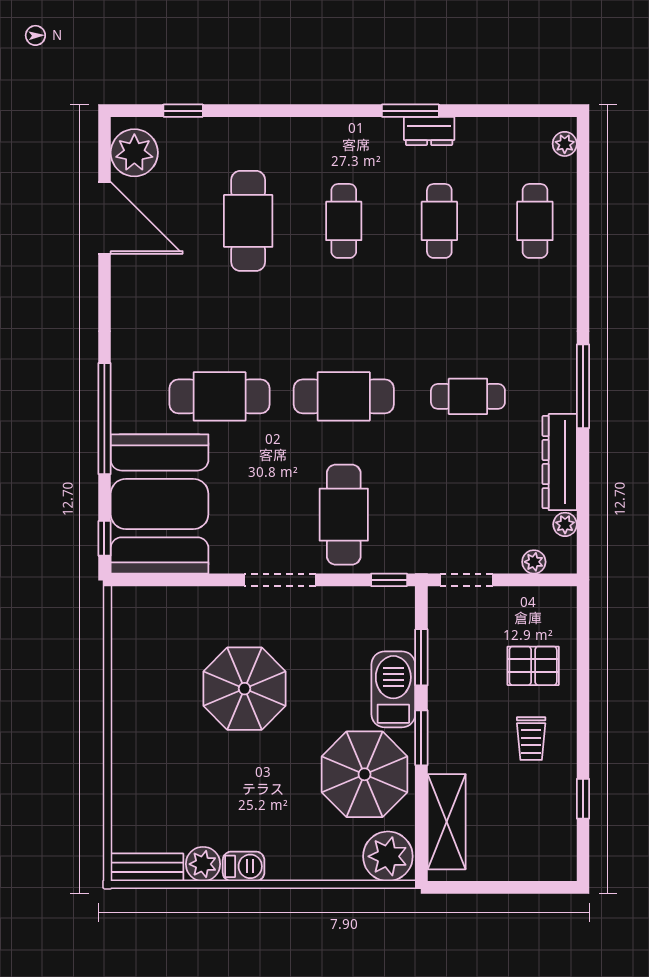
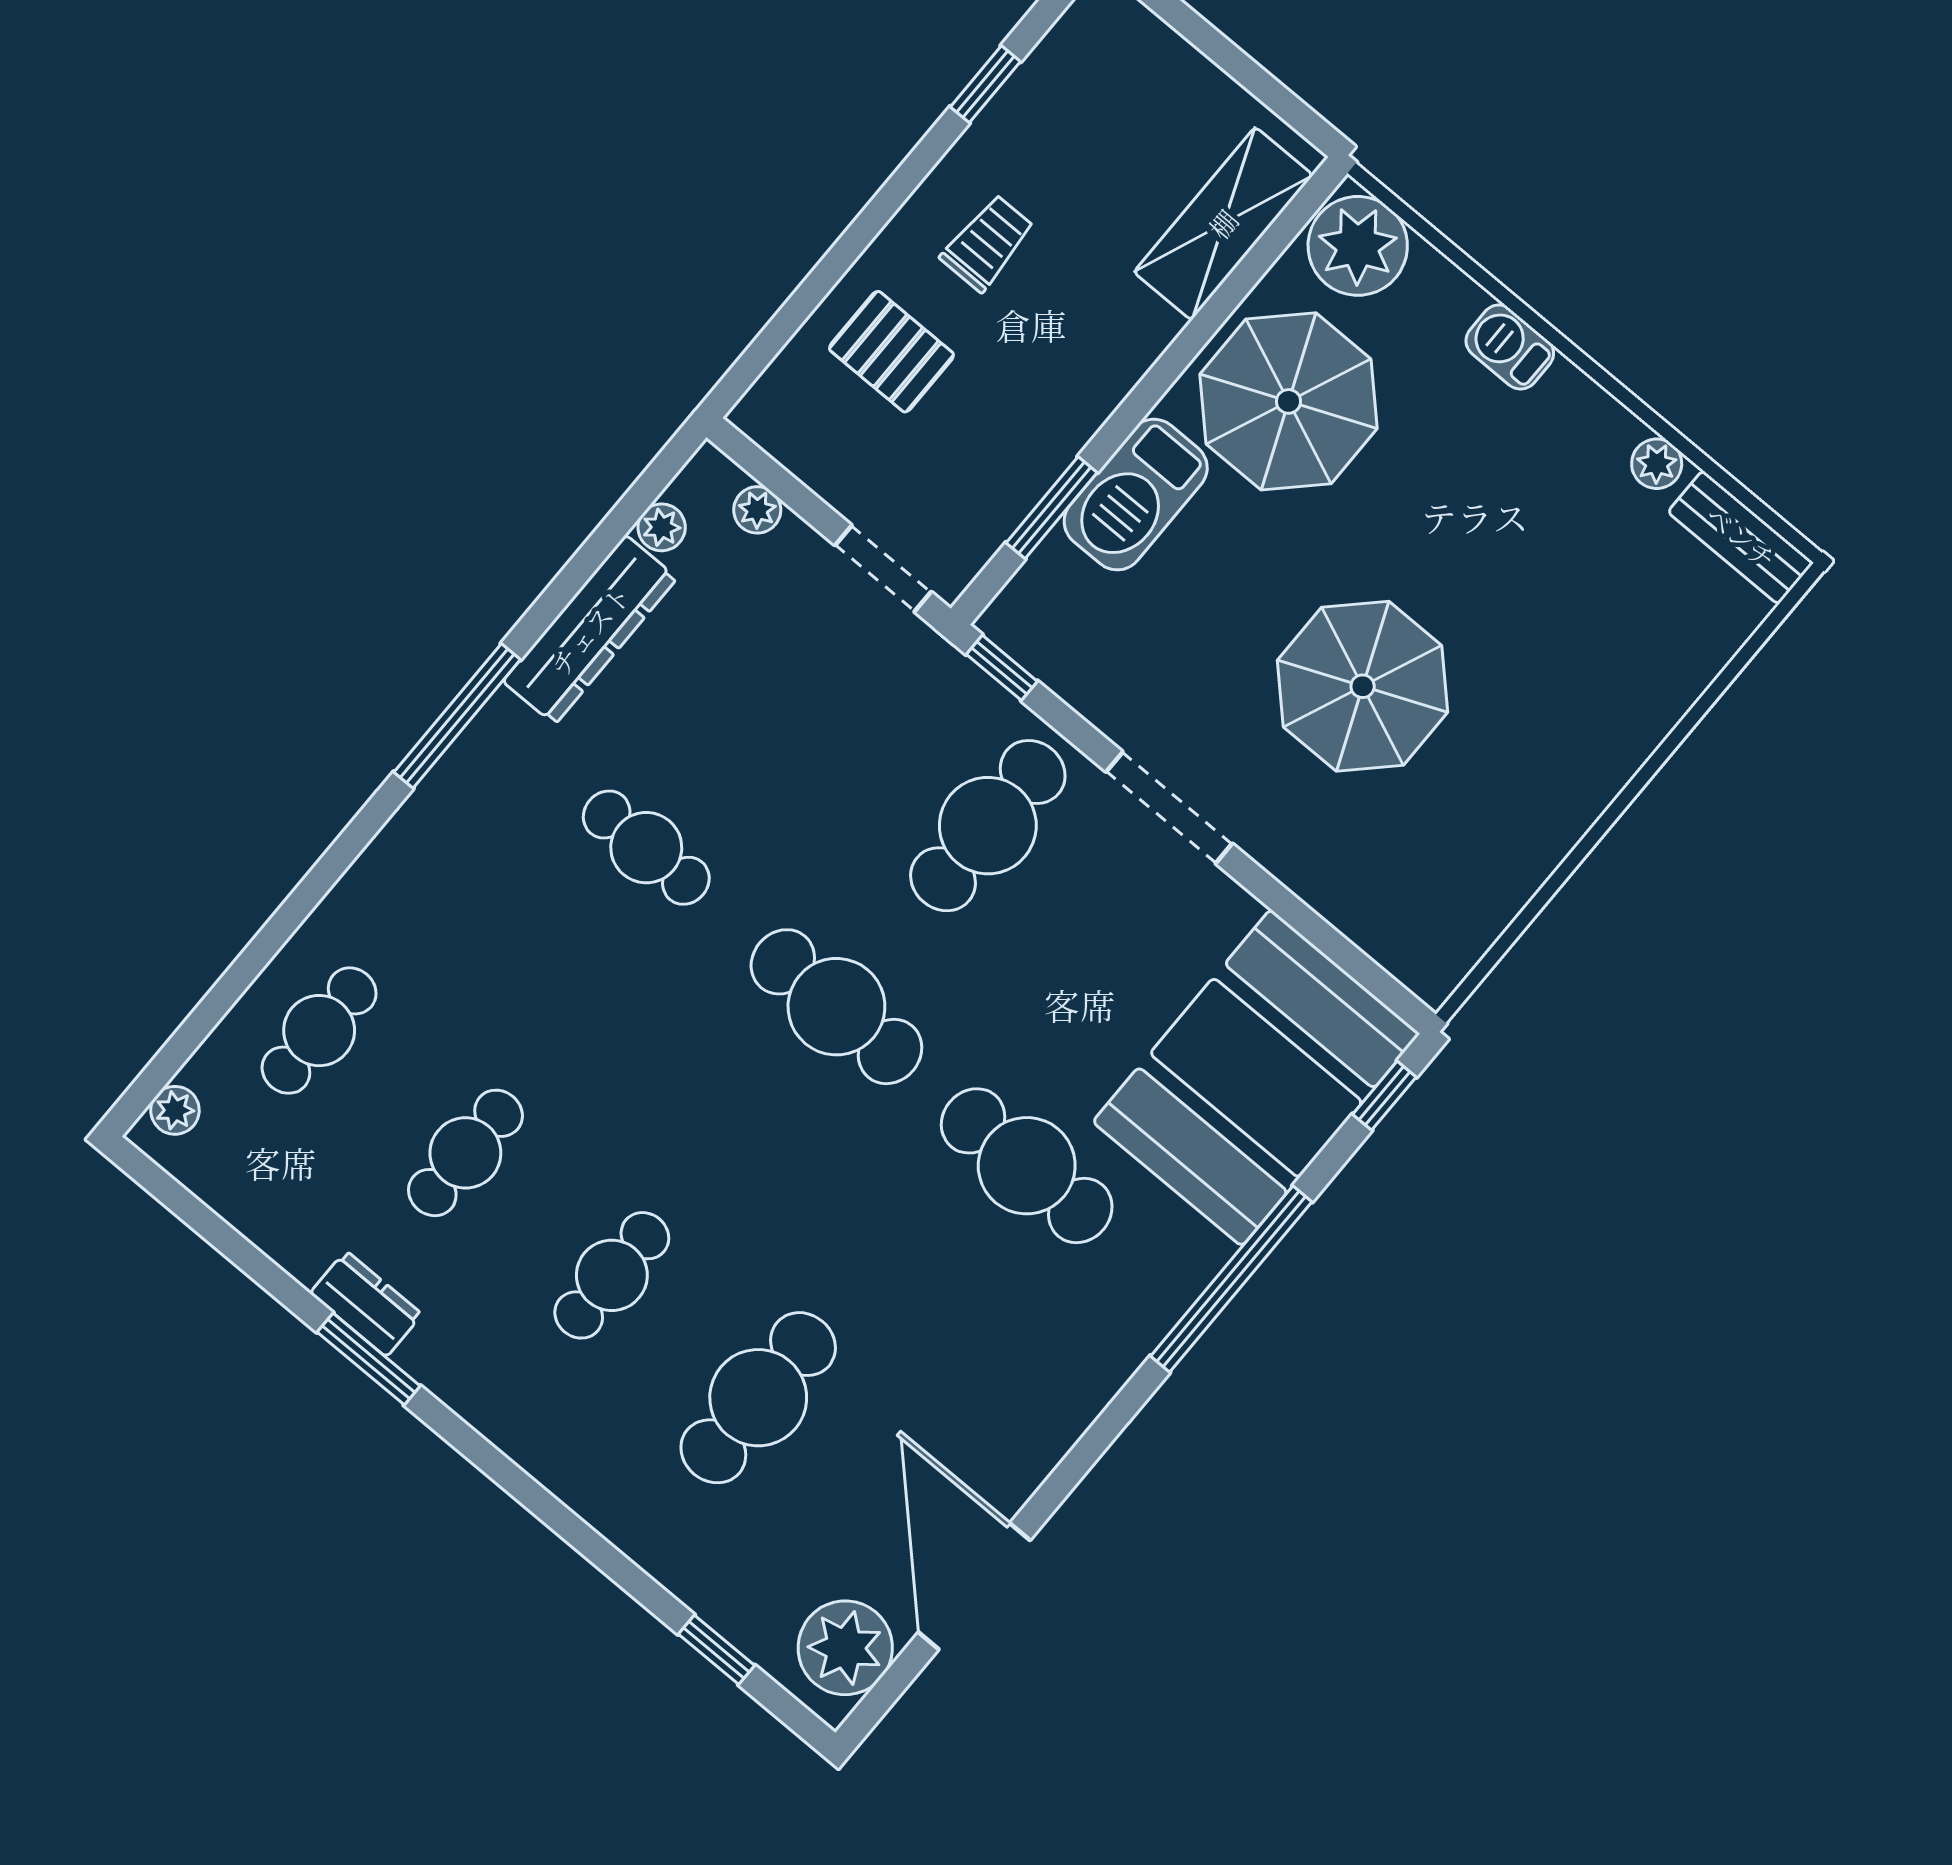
window: (421, 738) -> (1155, 384), removed
plant: (203, 864) -> (1657, 464), width x0.73, depth x0.73
barbecue: (244, 866) -> (1510, 347), moved

